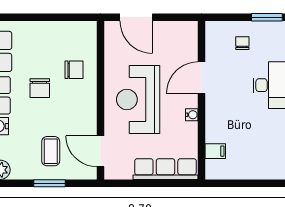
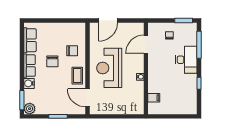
door: (136, 17) -> (108, 20), hinge flipped
door: (202, 78) -> (146, 44), moved
coffee table: (51, 151) -> (77, 76), moved
row of seats: (165, 169) -> (125, 108), removed

